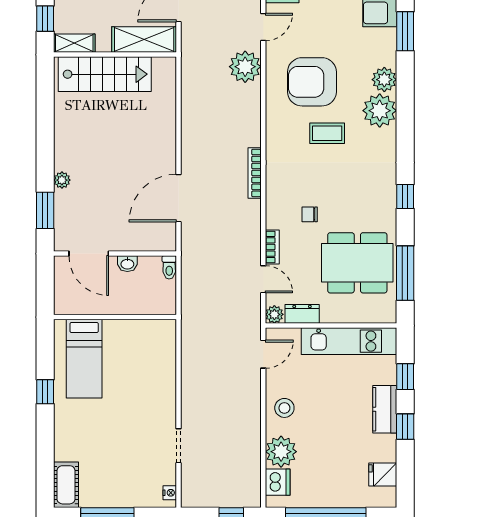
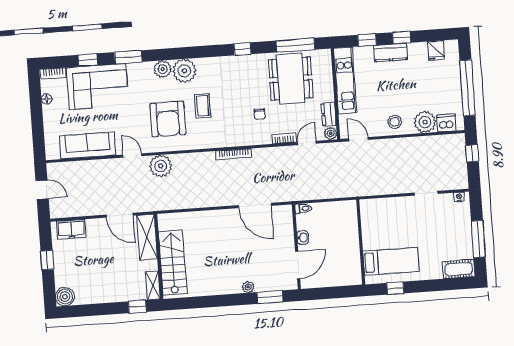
wall: (115, 317) -> (361, 242), moved
bed: (84, 359) -> (391, 261), moved

